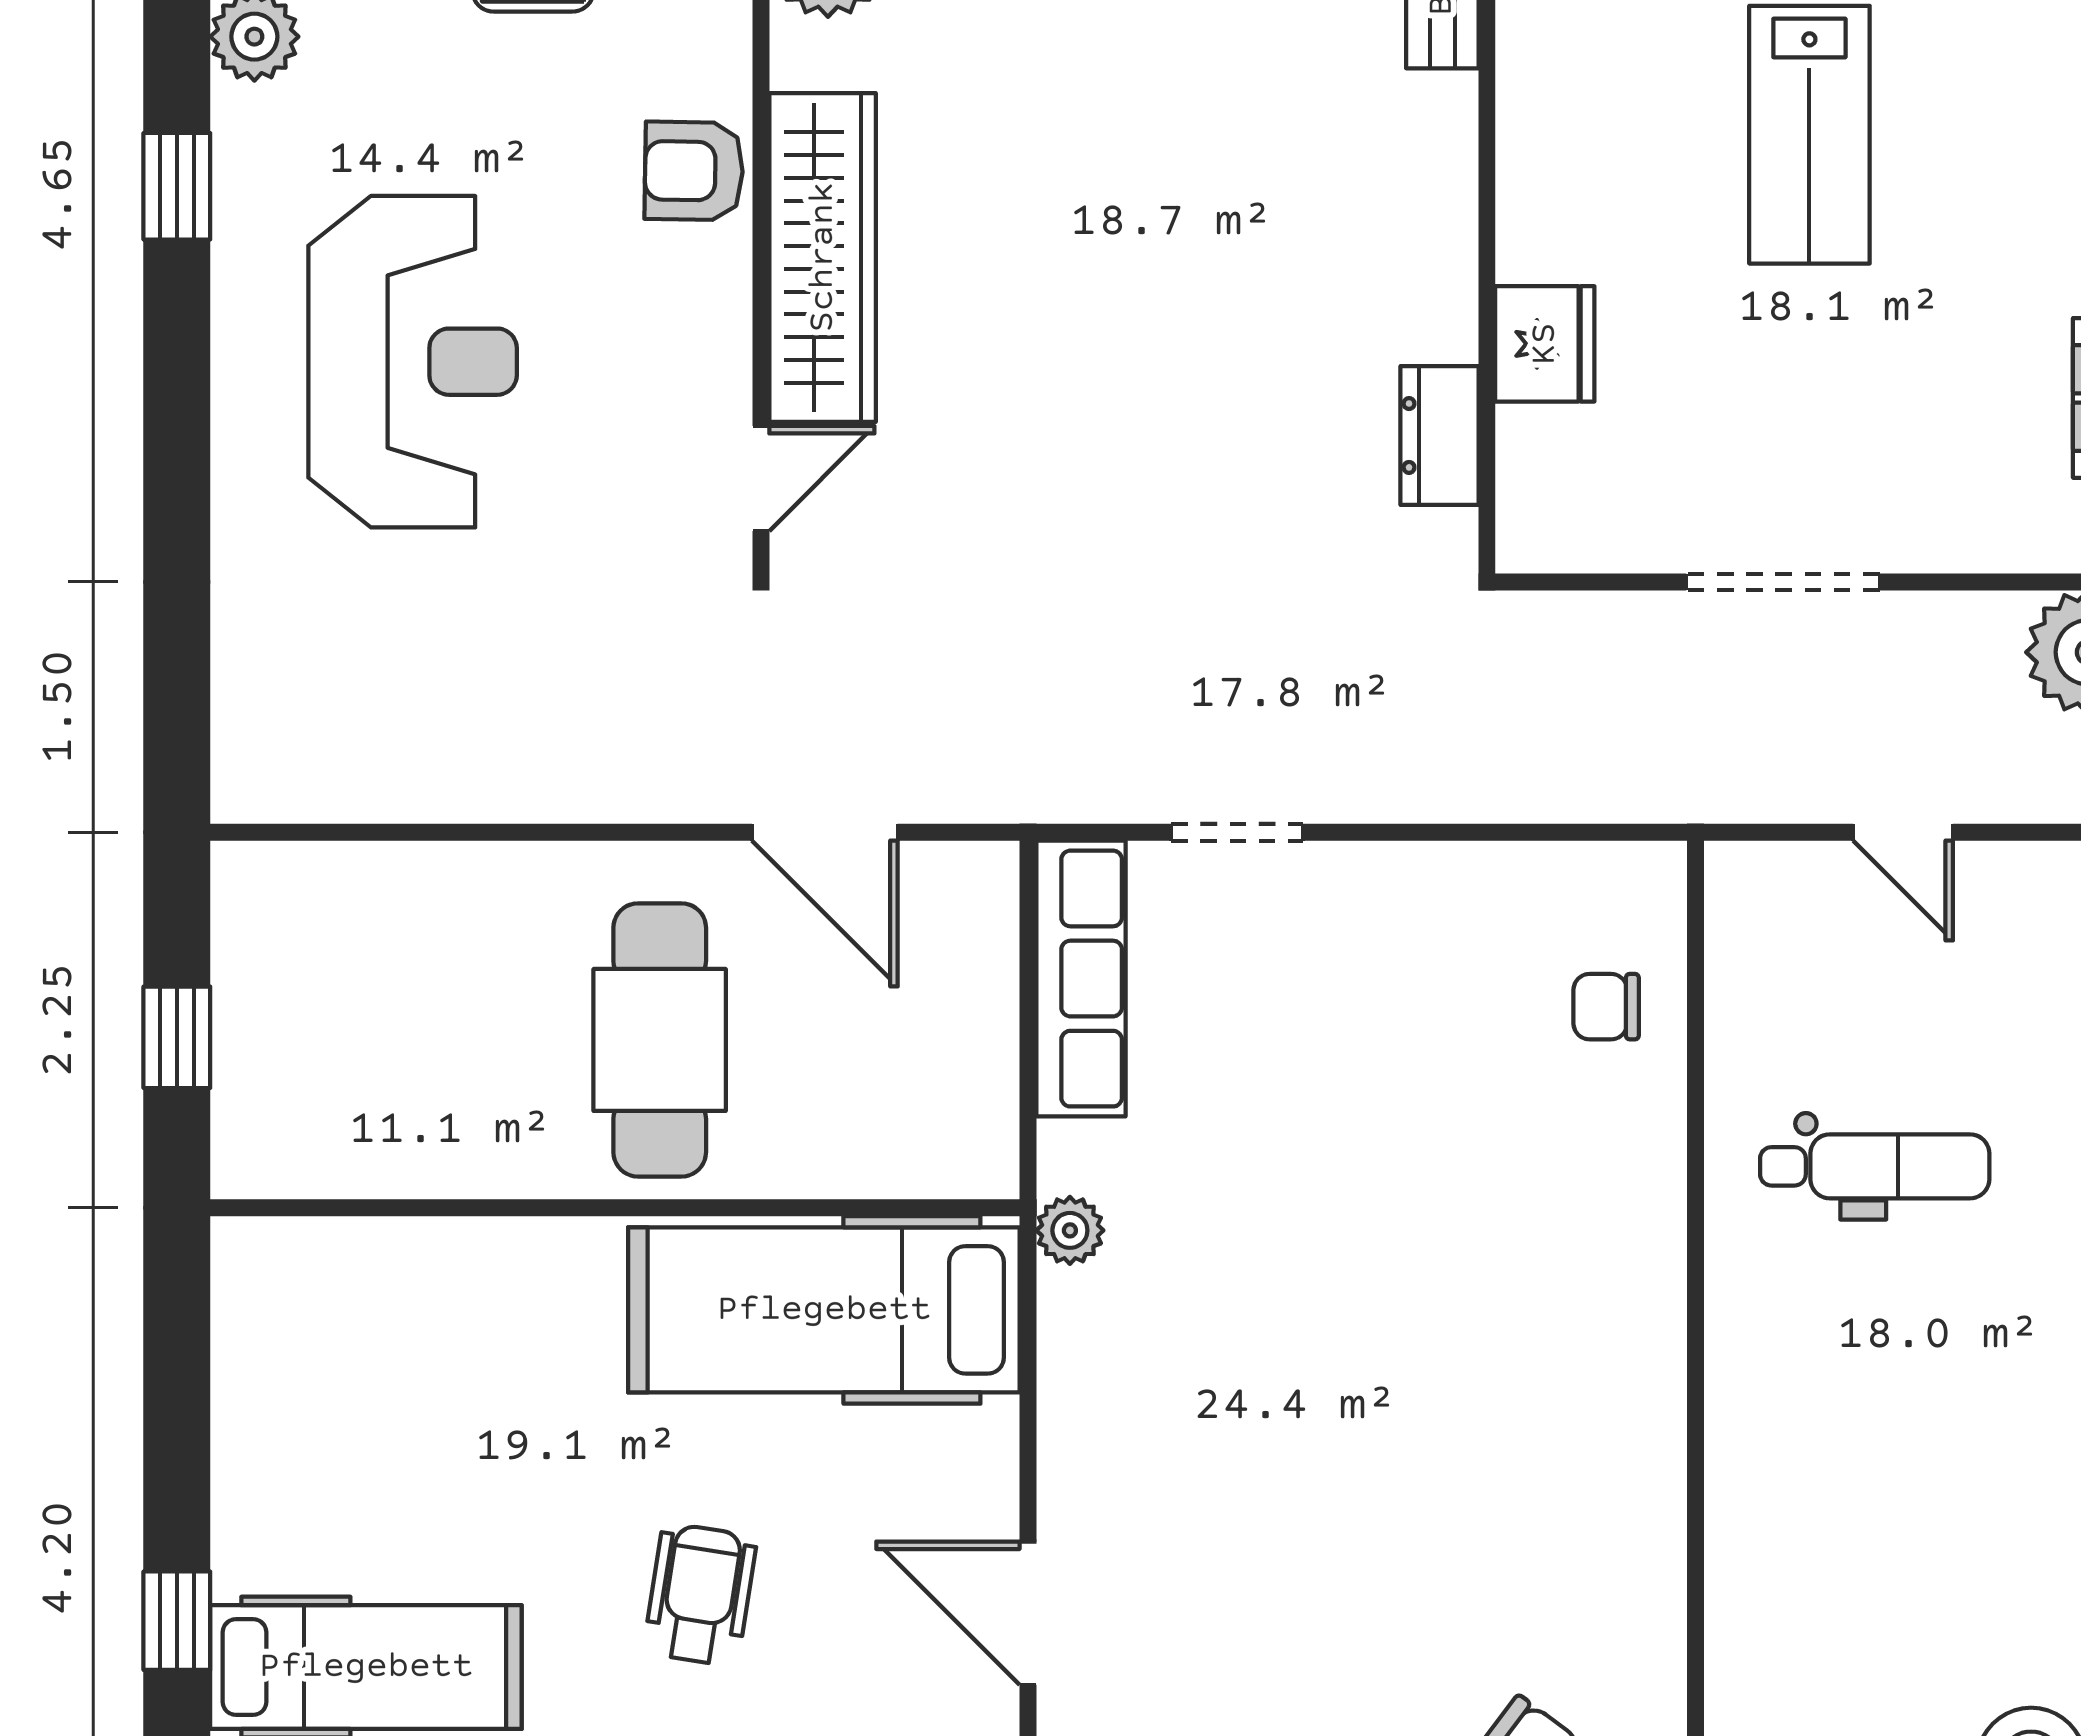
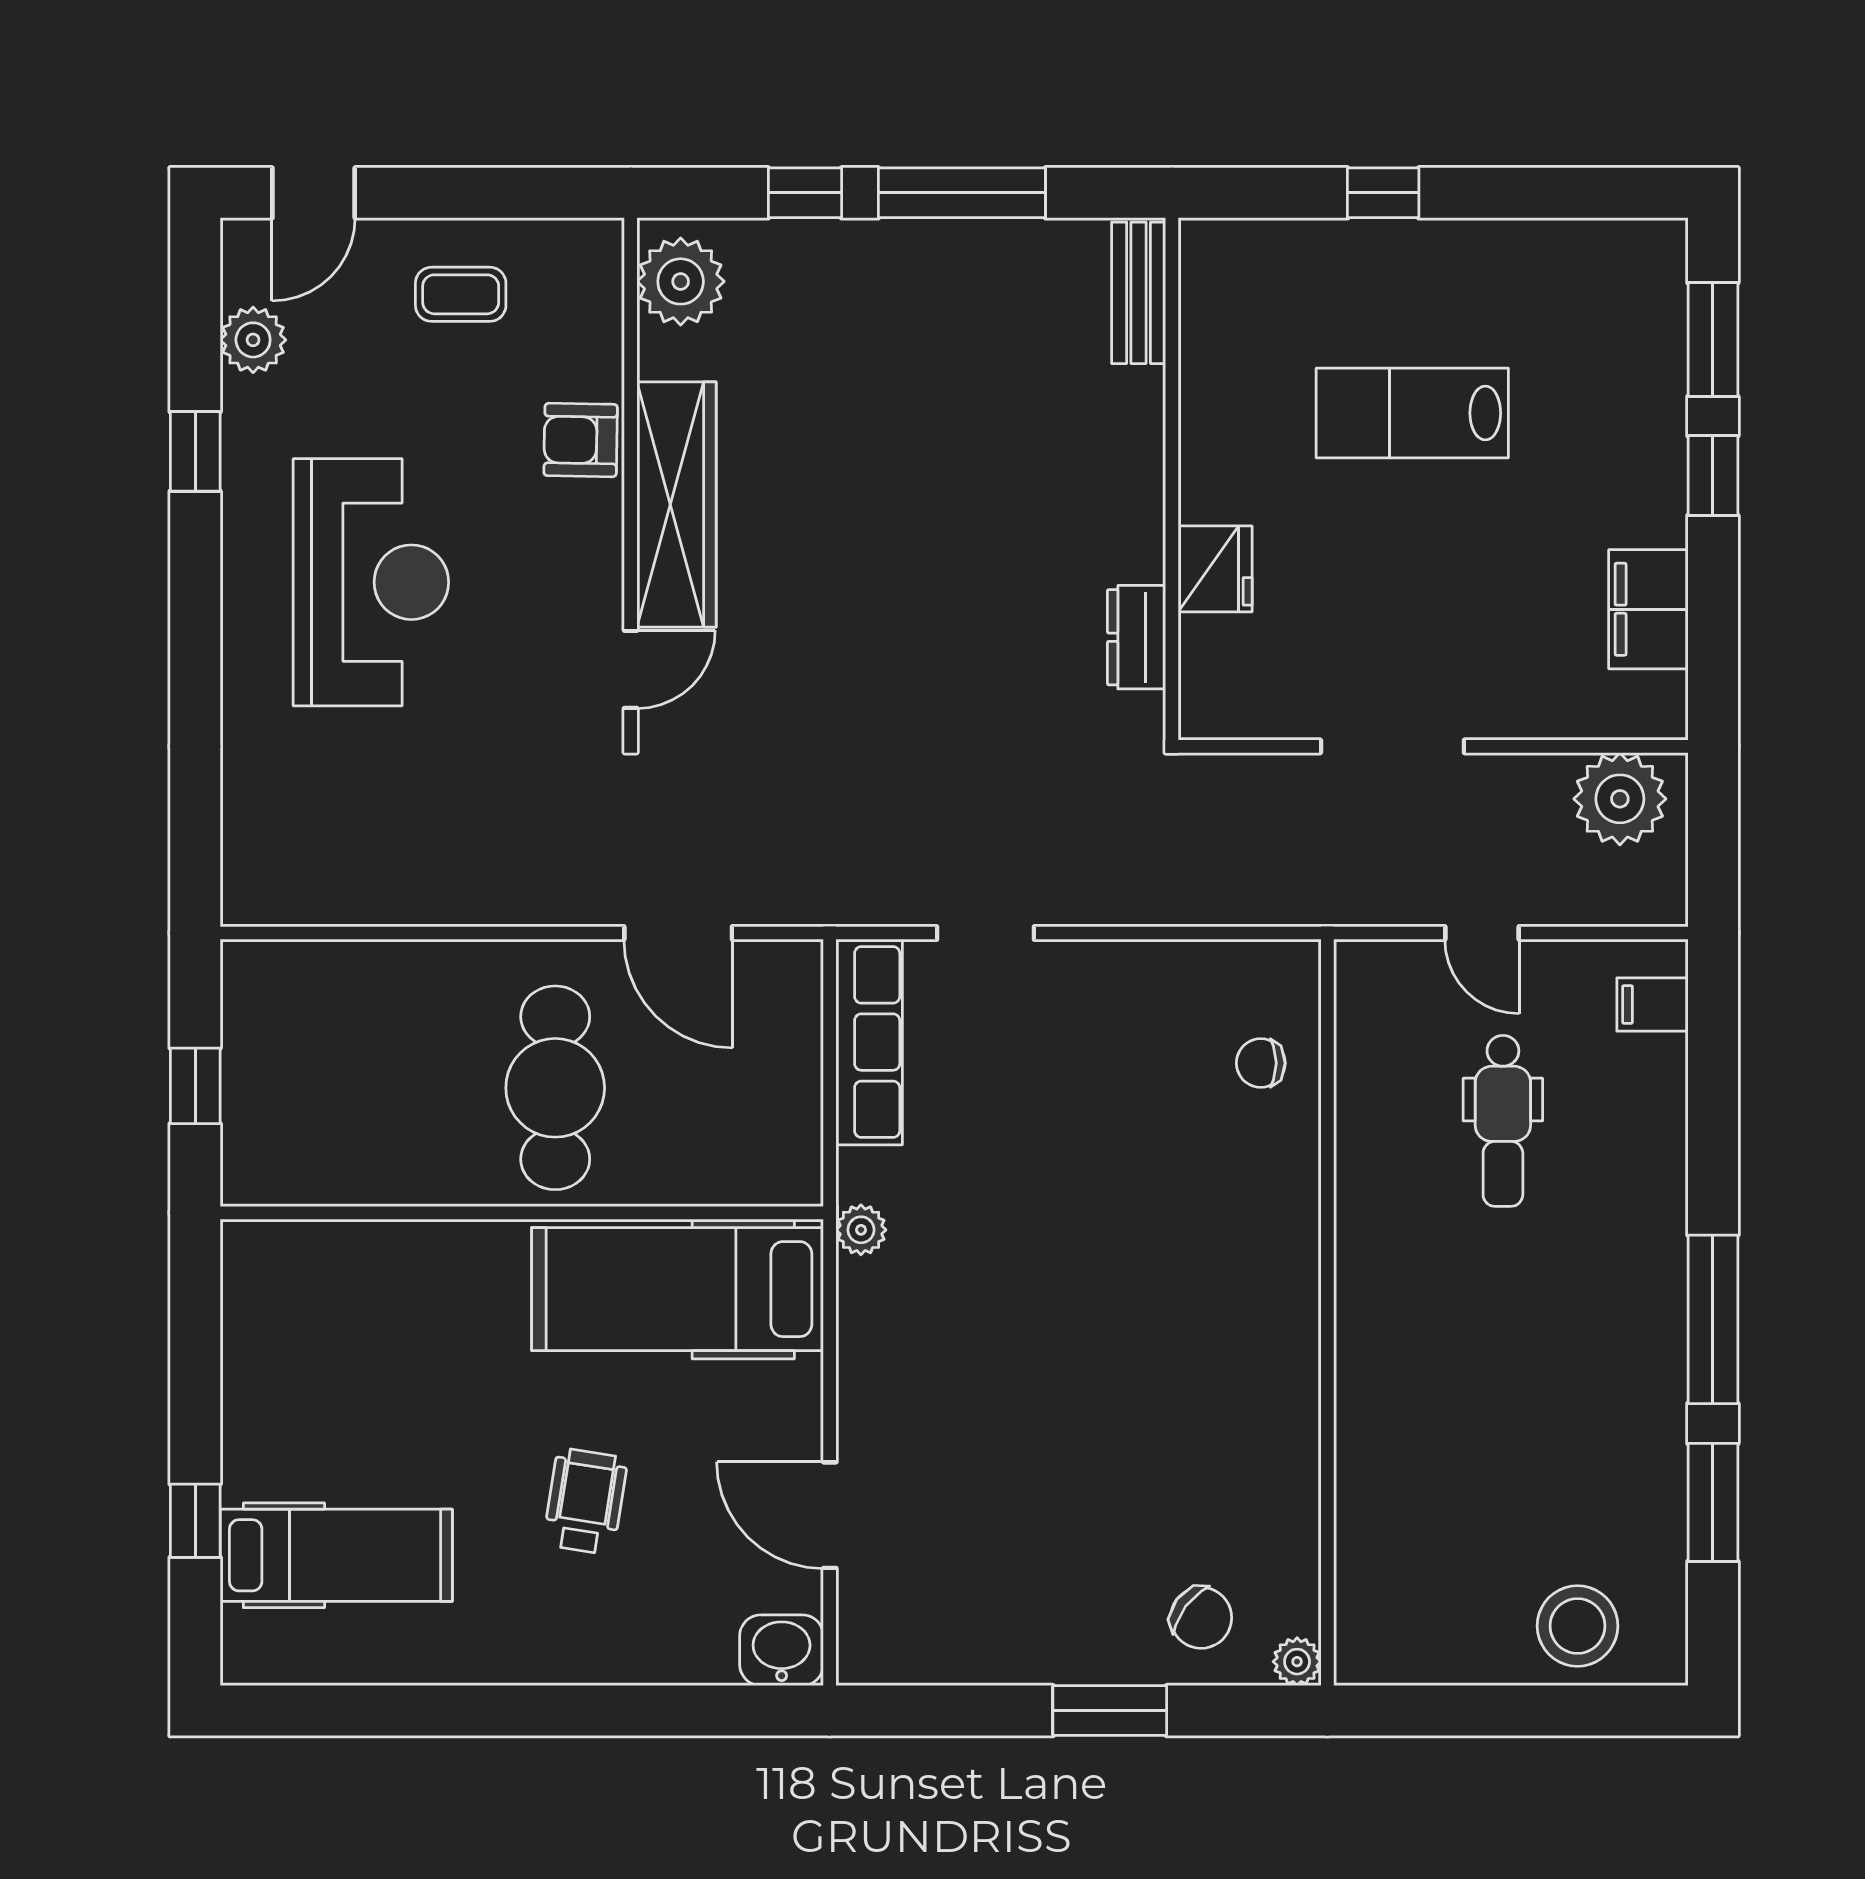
lab bench: (1809, 135) -> (1412, 413), turned 90
dental chair: (1875, 1166) -> (1503, 1121), moved, turned 90

